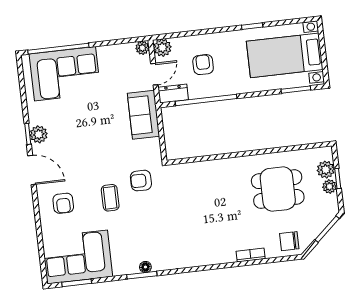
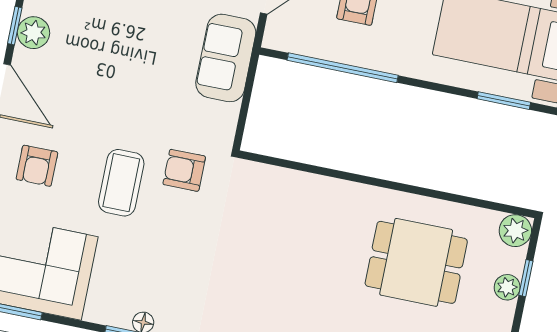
dresser: (173, 94) -> (289, 38), removed
plant: (326, 170) -> (515, 231), moved
coffee table: (110, 198) -> (121, 183), width x1.36, depth x1.30

